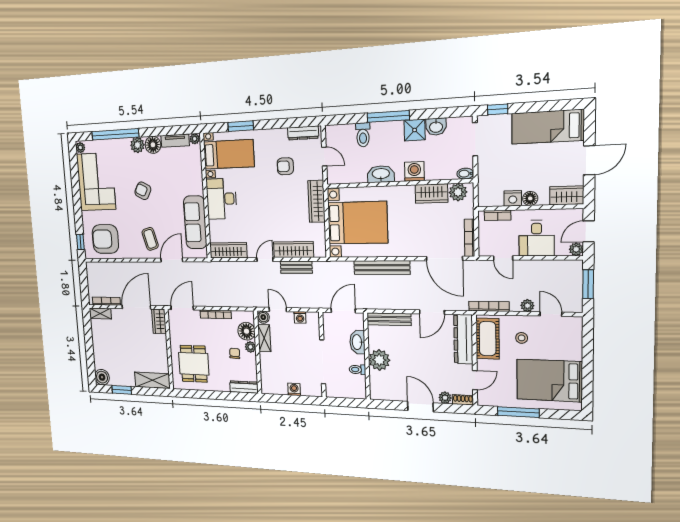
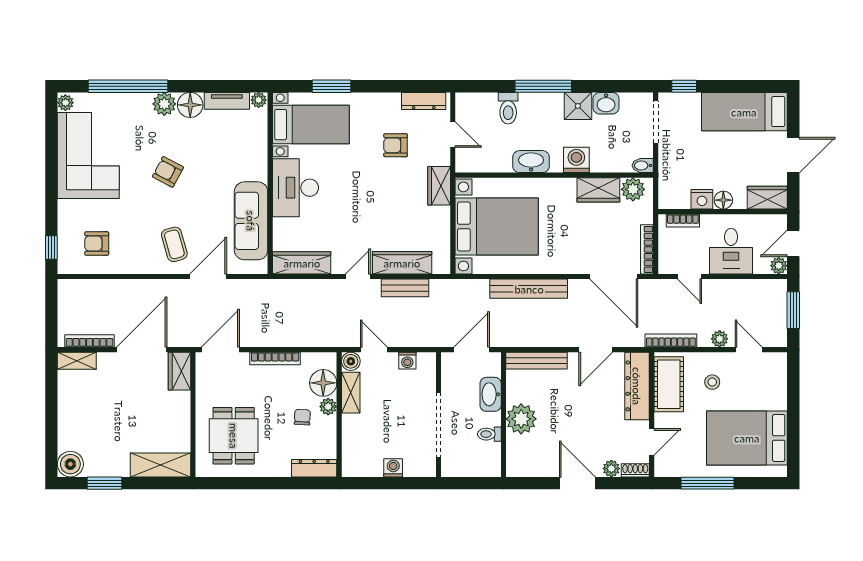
wardrobe: (317, 201) -> (439, 186), width x0.67
armchair: (105, 239) -> (97, 243), width x0.53, depth x0.53

